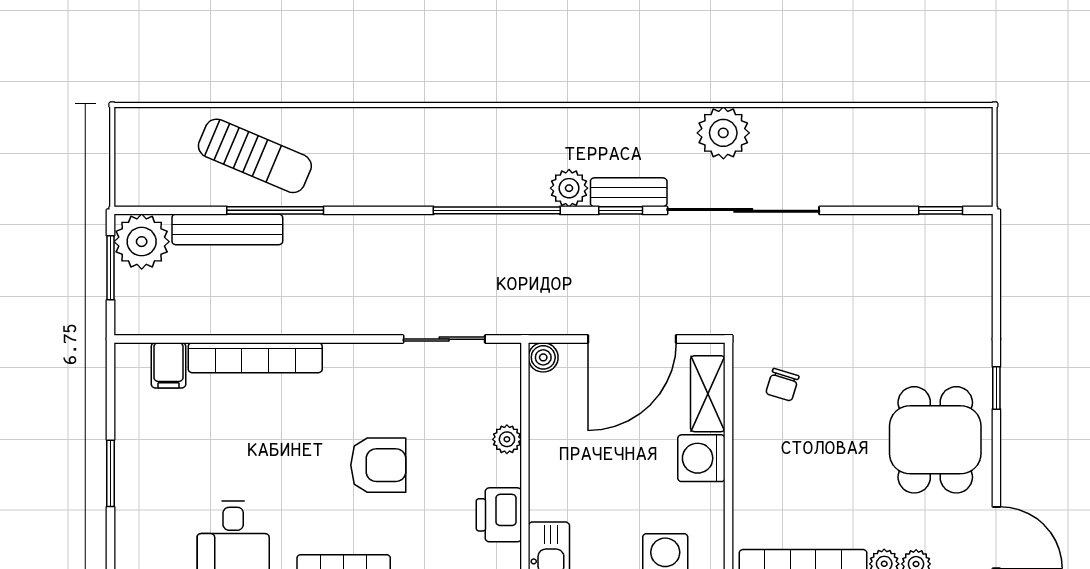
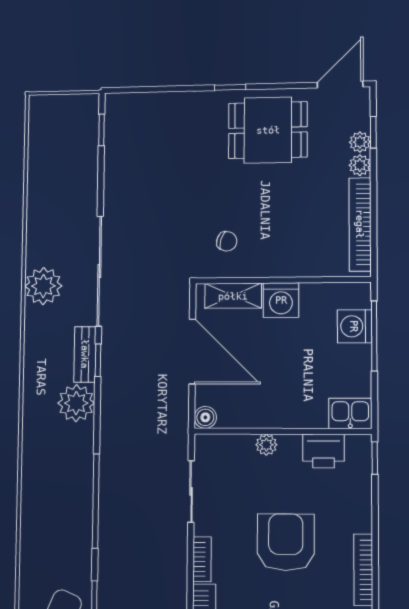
plant: (569, 188) -> (76, 403), width x1.36, depth x1.36
window: (497, 210) -> (96, 501), moved
bookcase: (354, 354) -> (202, 559), added
armchair: (378, 465) -> (286, 542), width x1.36, depth x1.36

